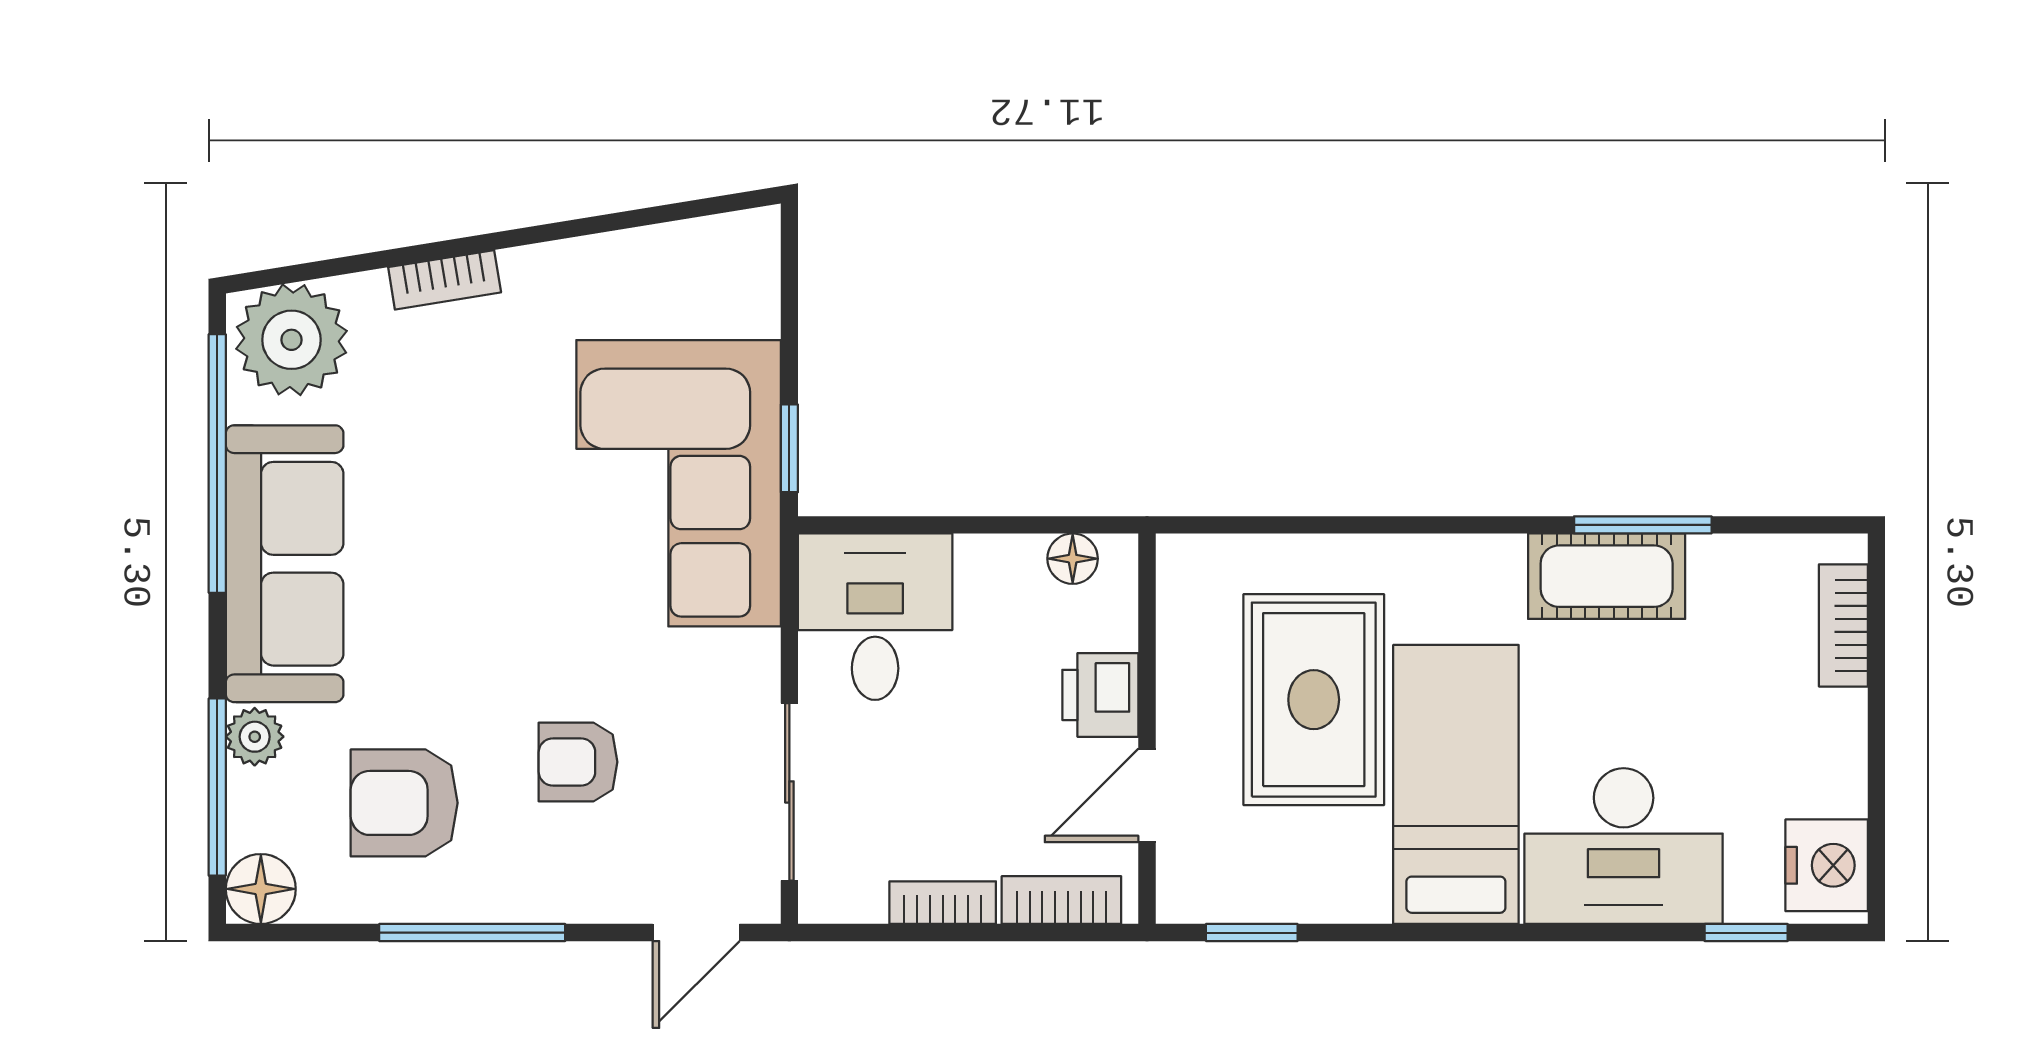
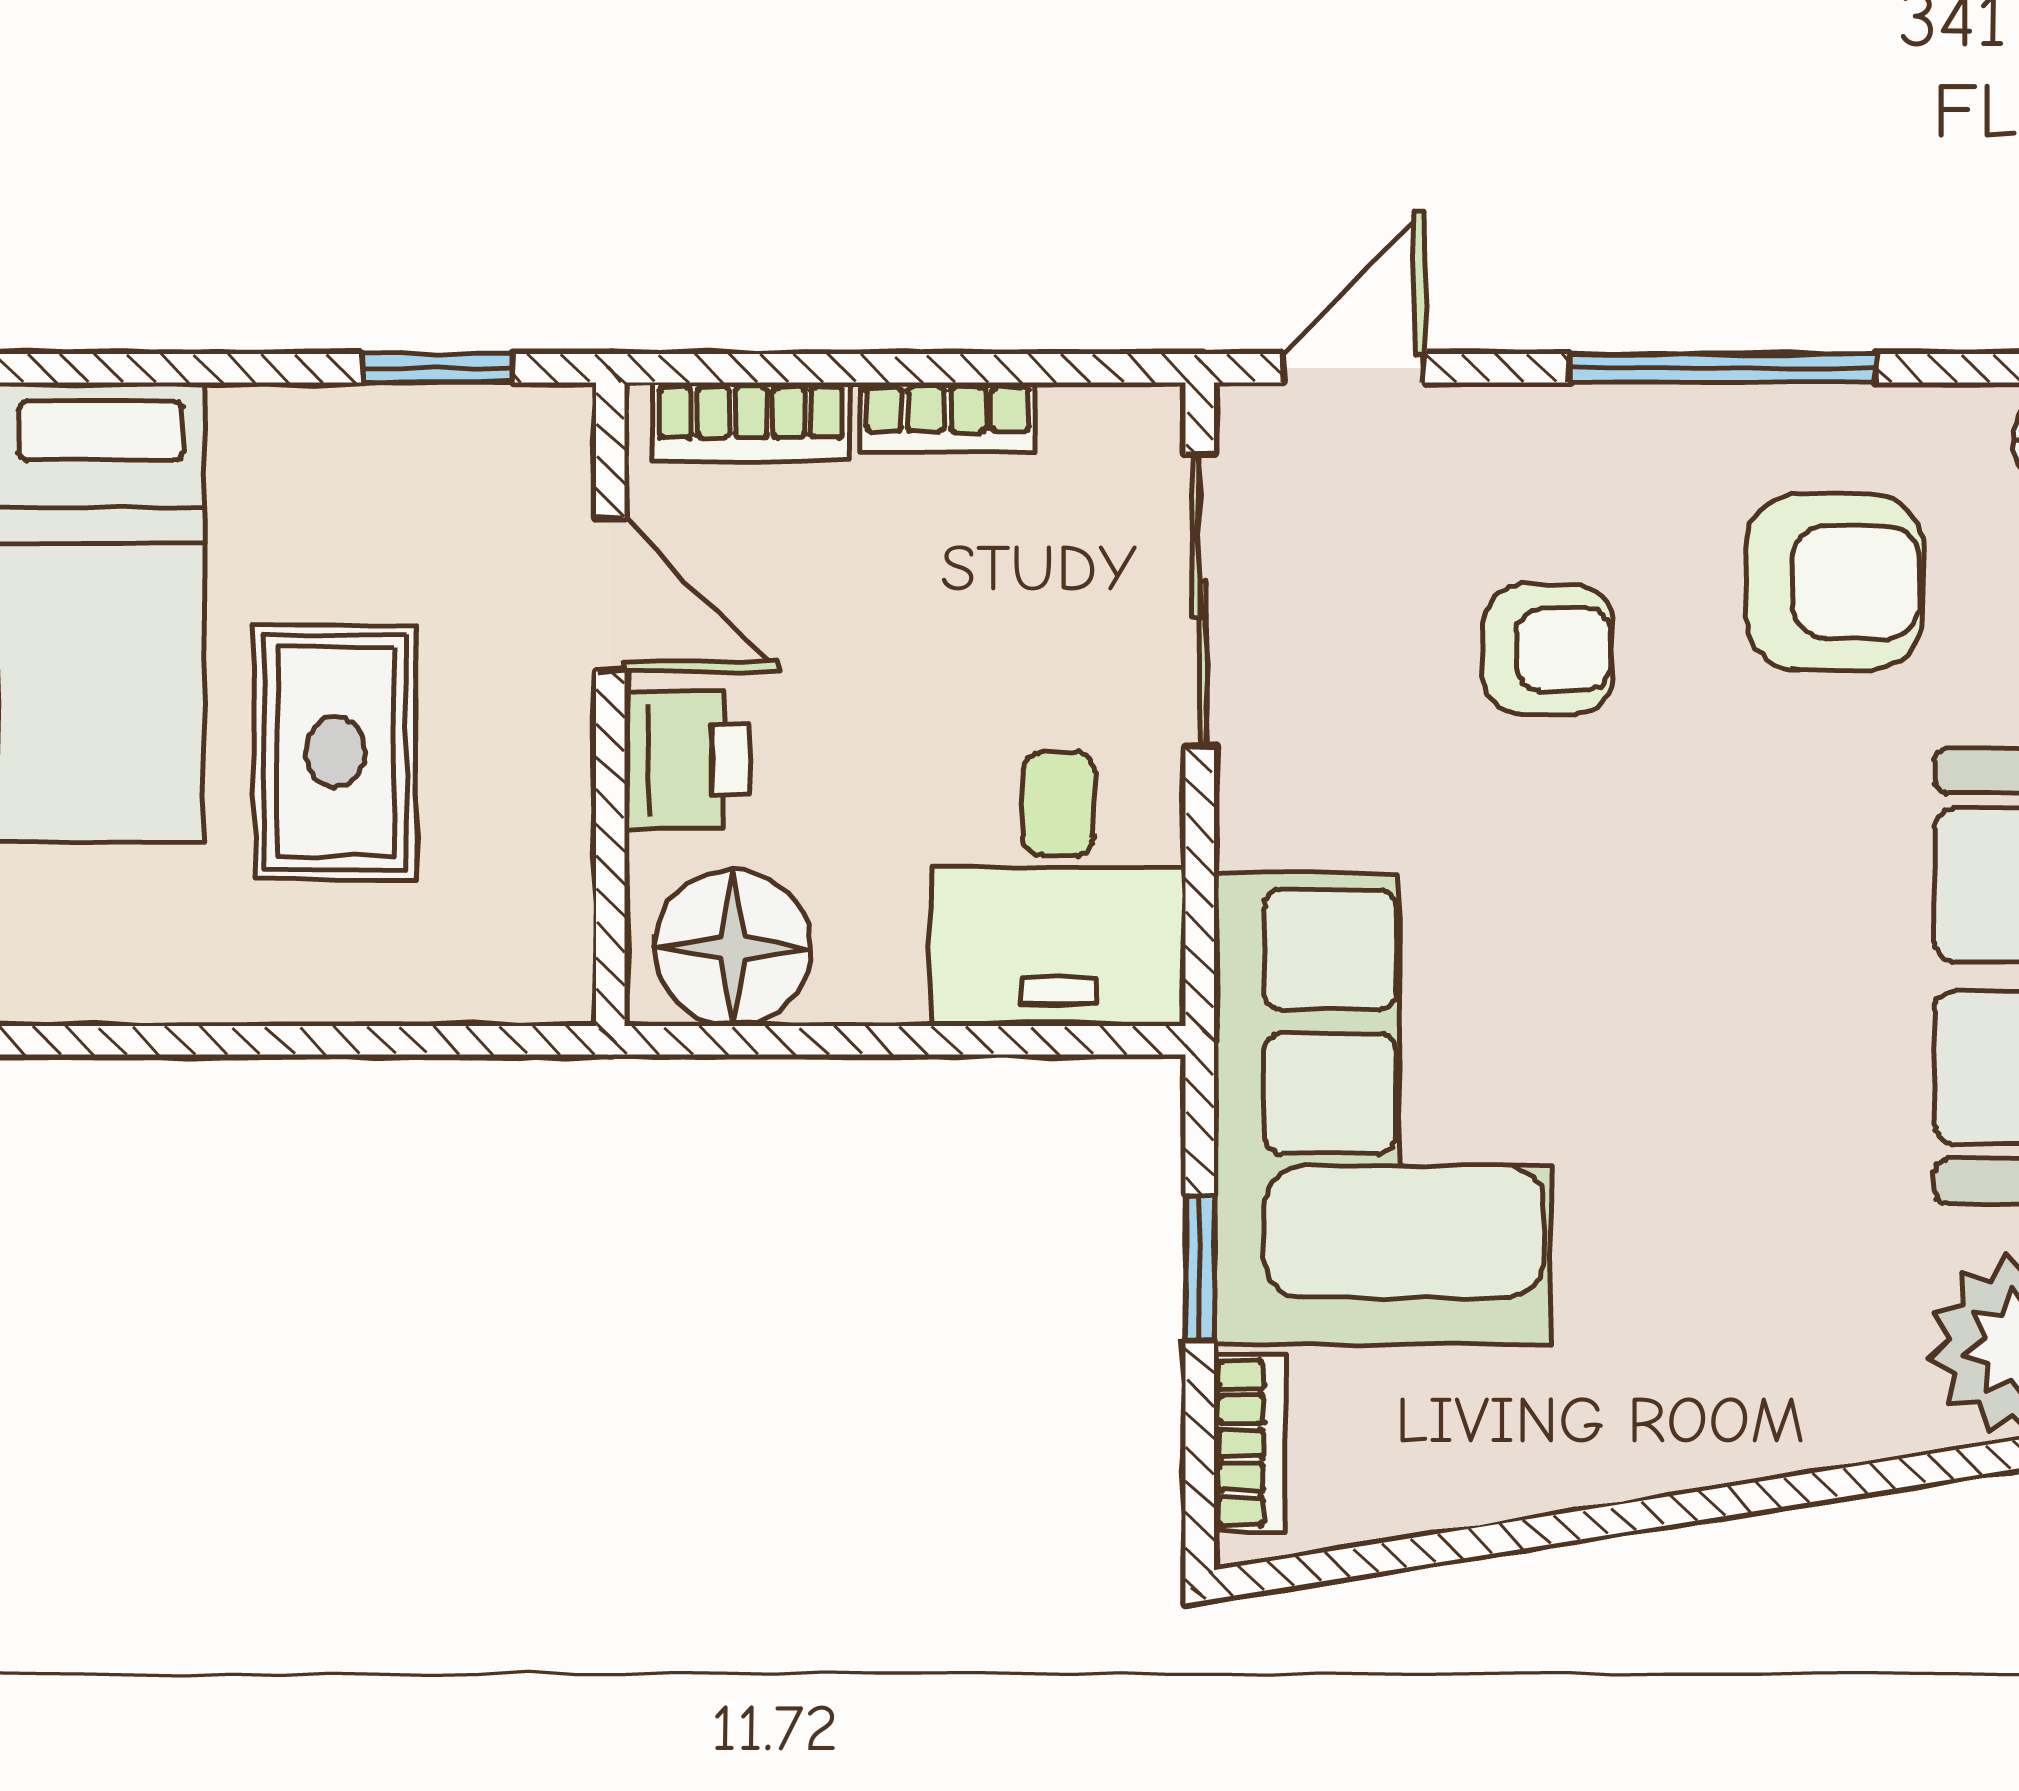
bookcase: (445, 280) -> (1249, 1443), moved, turned 99
window: (789, 448) -> (1200, 1268), moved
floor lamp: (1073, 559) -> (733, 948), width x1.89, depth x1.89
rug: (1314, 700) -> (335, 752), width x0.73, depth x0.70
door: (1147, 795) -> (610, 594), hinge flipped

